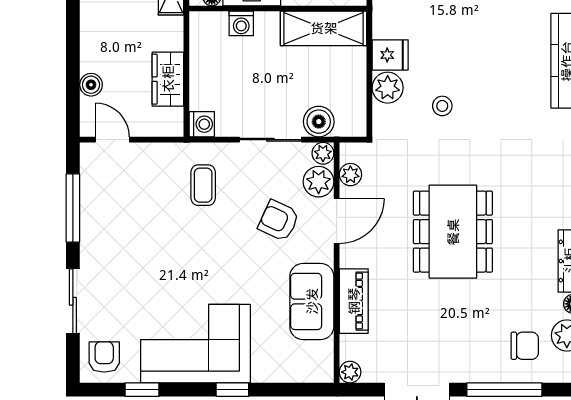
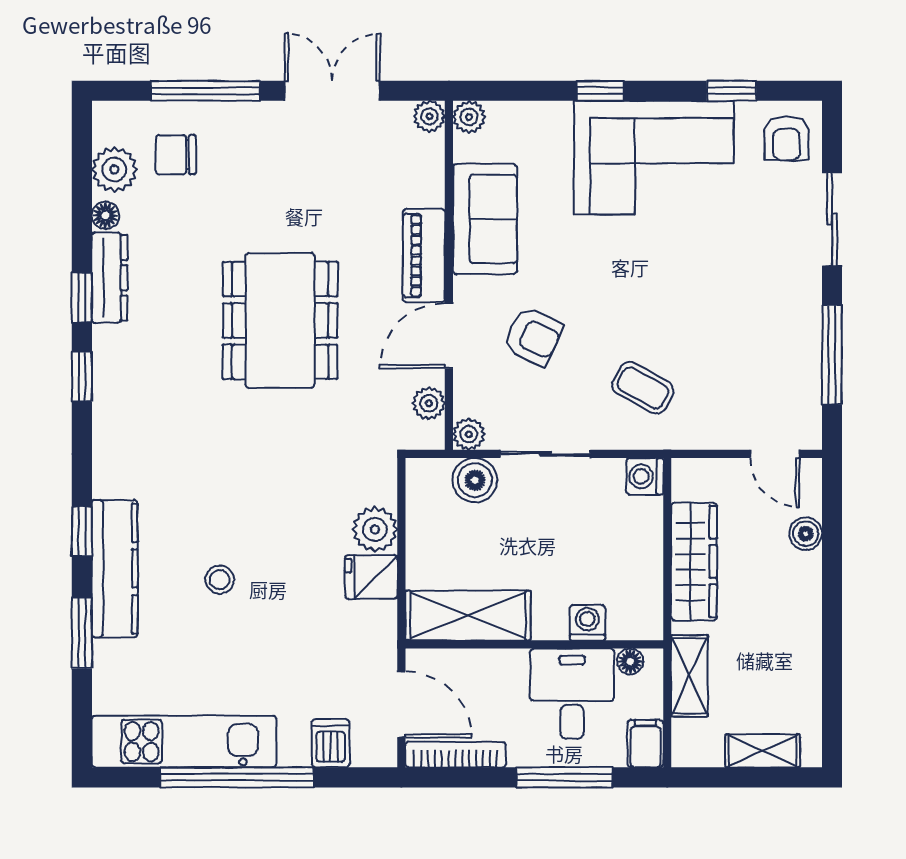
wardrobe: (168, 79) -> (694, 562), width x1.50
stool: (442, 106) -> (220, 580), moved
plant: (319, 182) -> (469, 117), moved, width x0.73, depth x0.73
coffee table: (203, 185) -> (643, 388), turned -61
piano: (354, 301) -> (424, 256), moved

